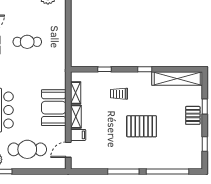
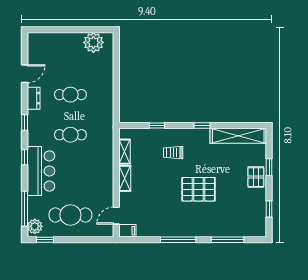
cafe table: (27, 78) -> (70, 135), added
booth: (54, 108) -> (100, 168), removed
filing cabinet: (78, 135) -> (127, 231), moved
window: (168, 171) -> (228, 240), width x0.68

